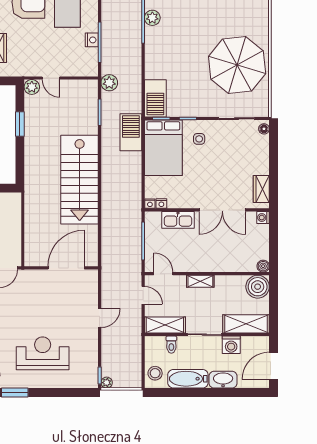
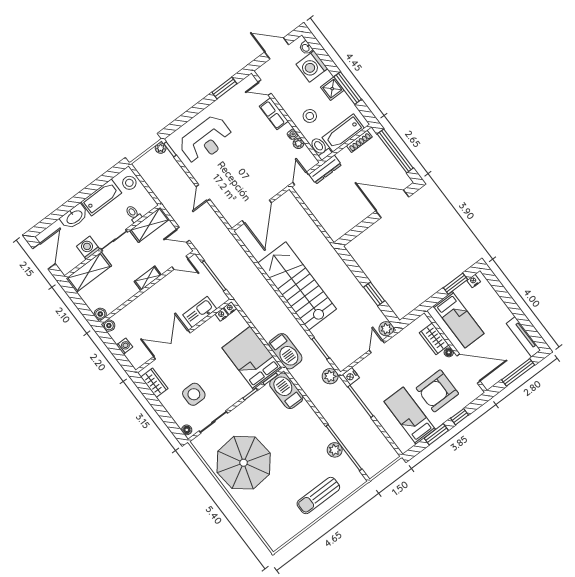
nightstand: (92, 40) -> (351, 376), moved
door: (51, 78) -> (377, 347), hinge flipped
side table: (199, 139) -> (194, 394), moved, width x1.87, depth x1.87
washing machine: (263, 218) -> (125, 346), moved
boiler: (258, 287) -> (100, 314), width x0.54, depth x0.54
reception desk: (43, 353) -> (206, 140), moved

